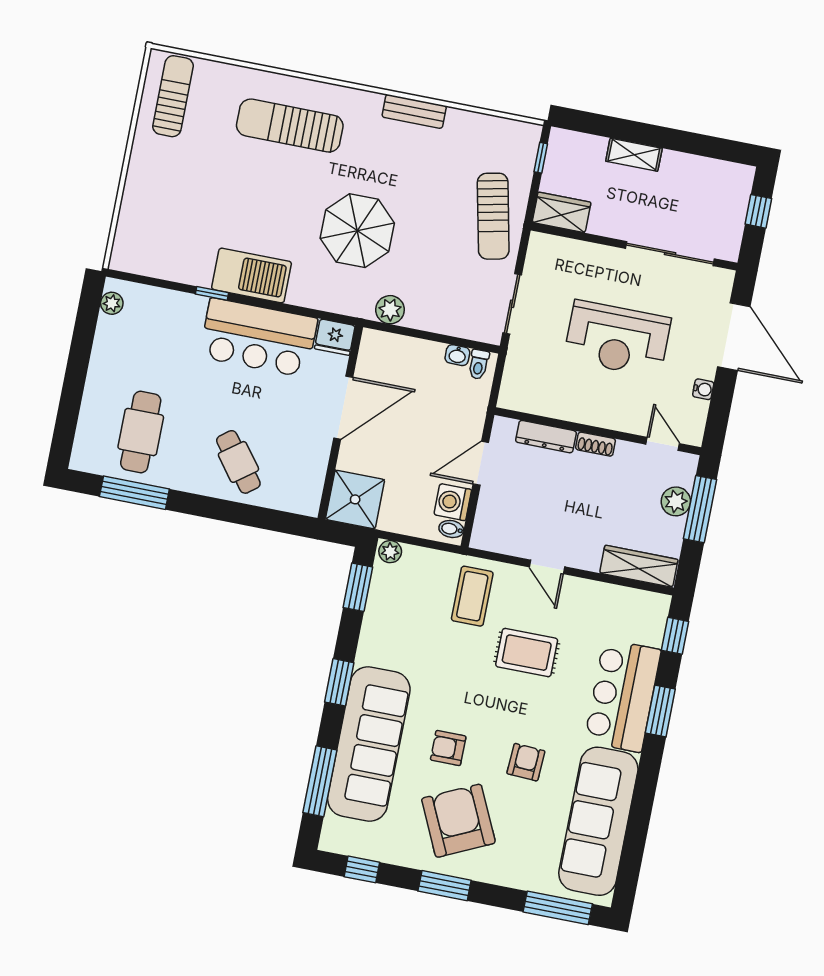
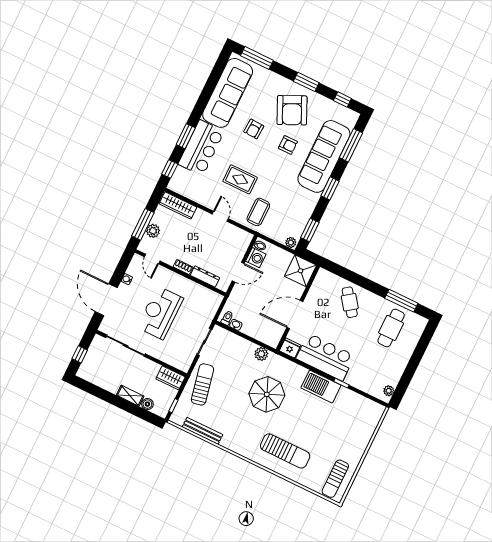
bench: (414, 111) -> (202, 431), moved, width x1.36
boiler: (594, 147) -> (147, 404), added
reception desk: (617, 339) -> (160, 313), turned -90

